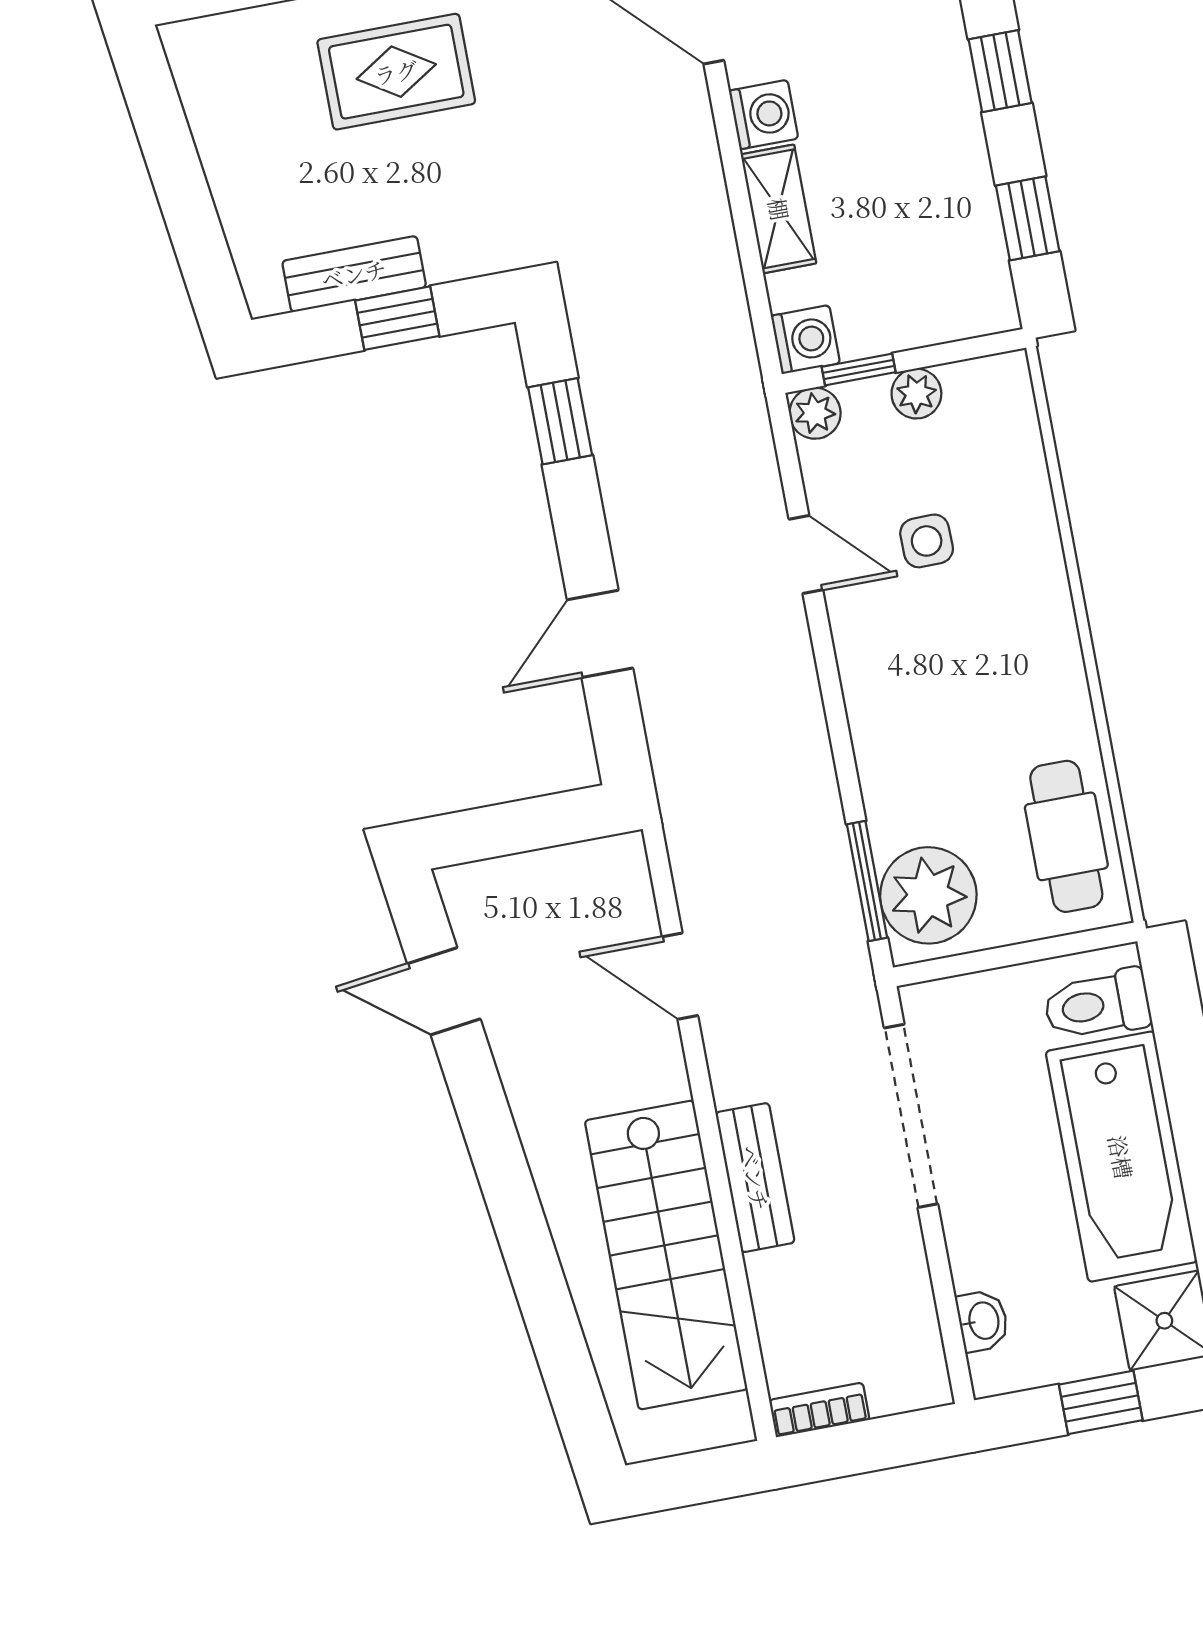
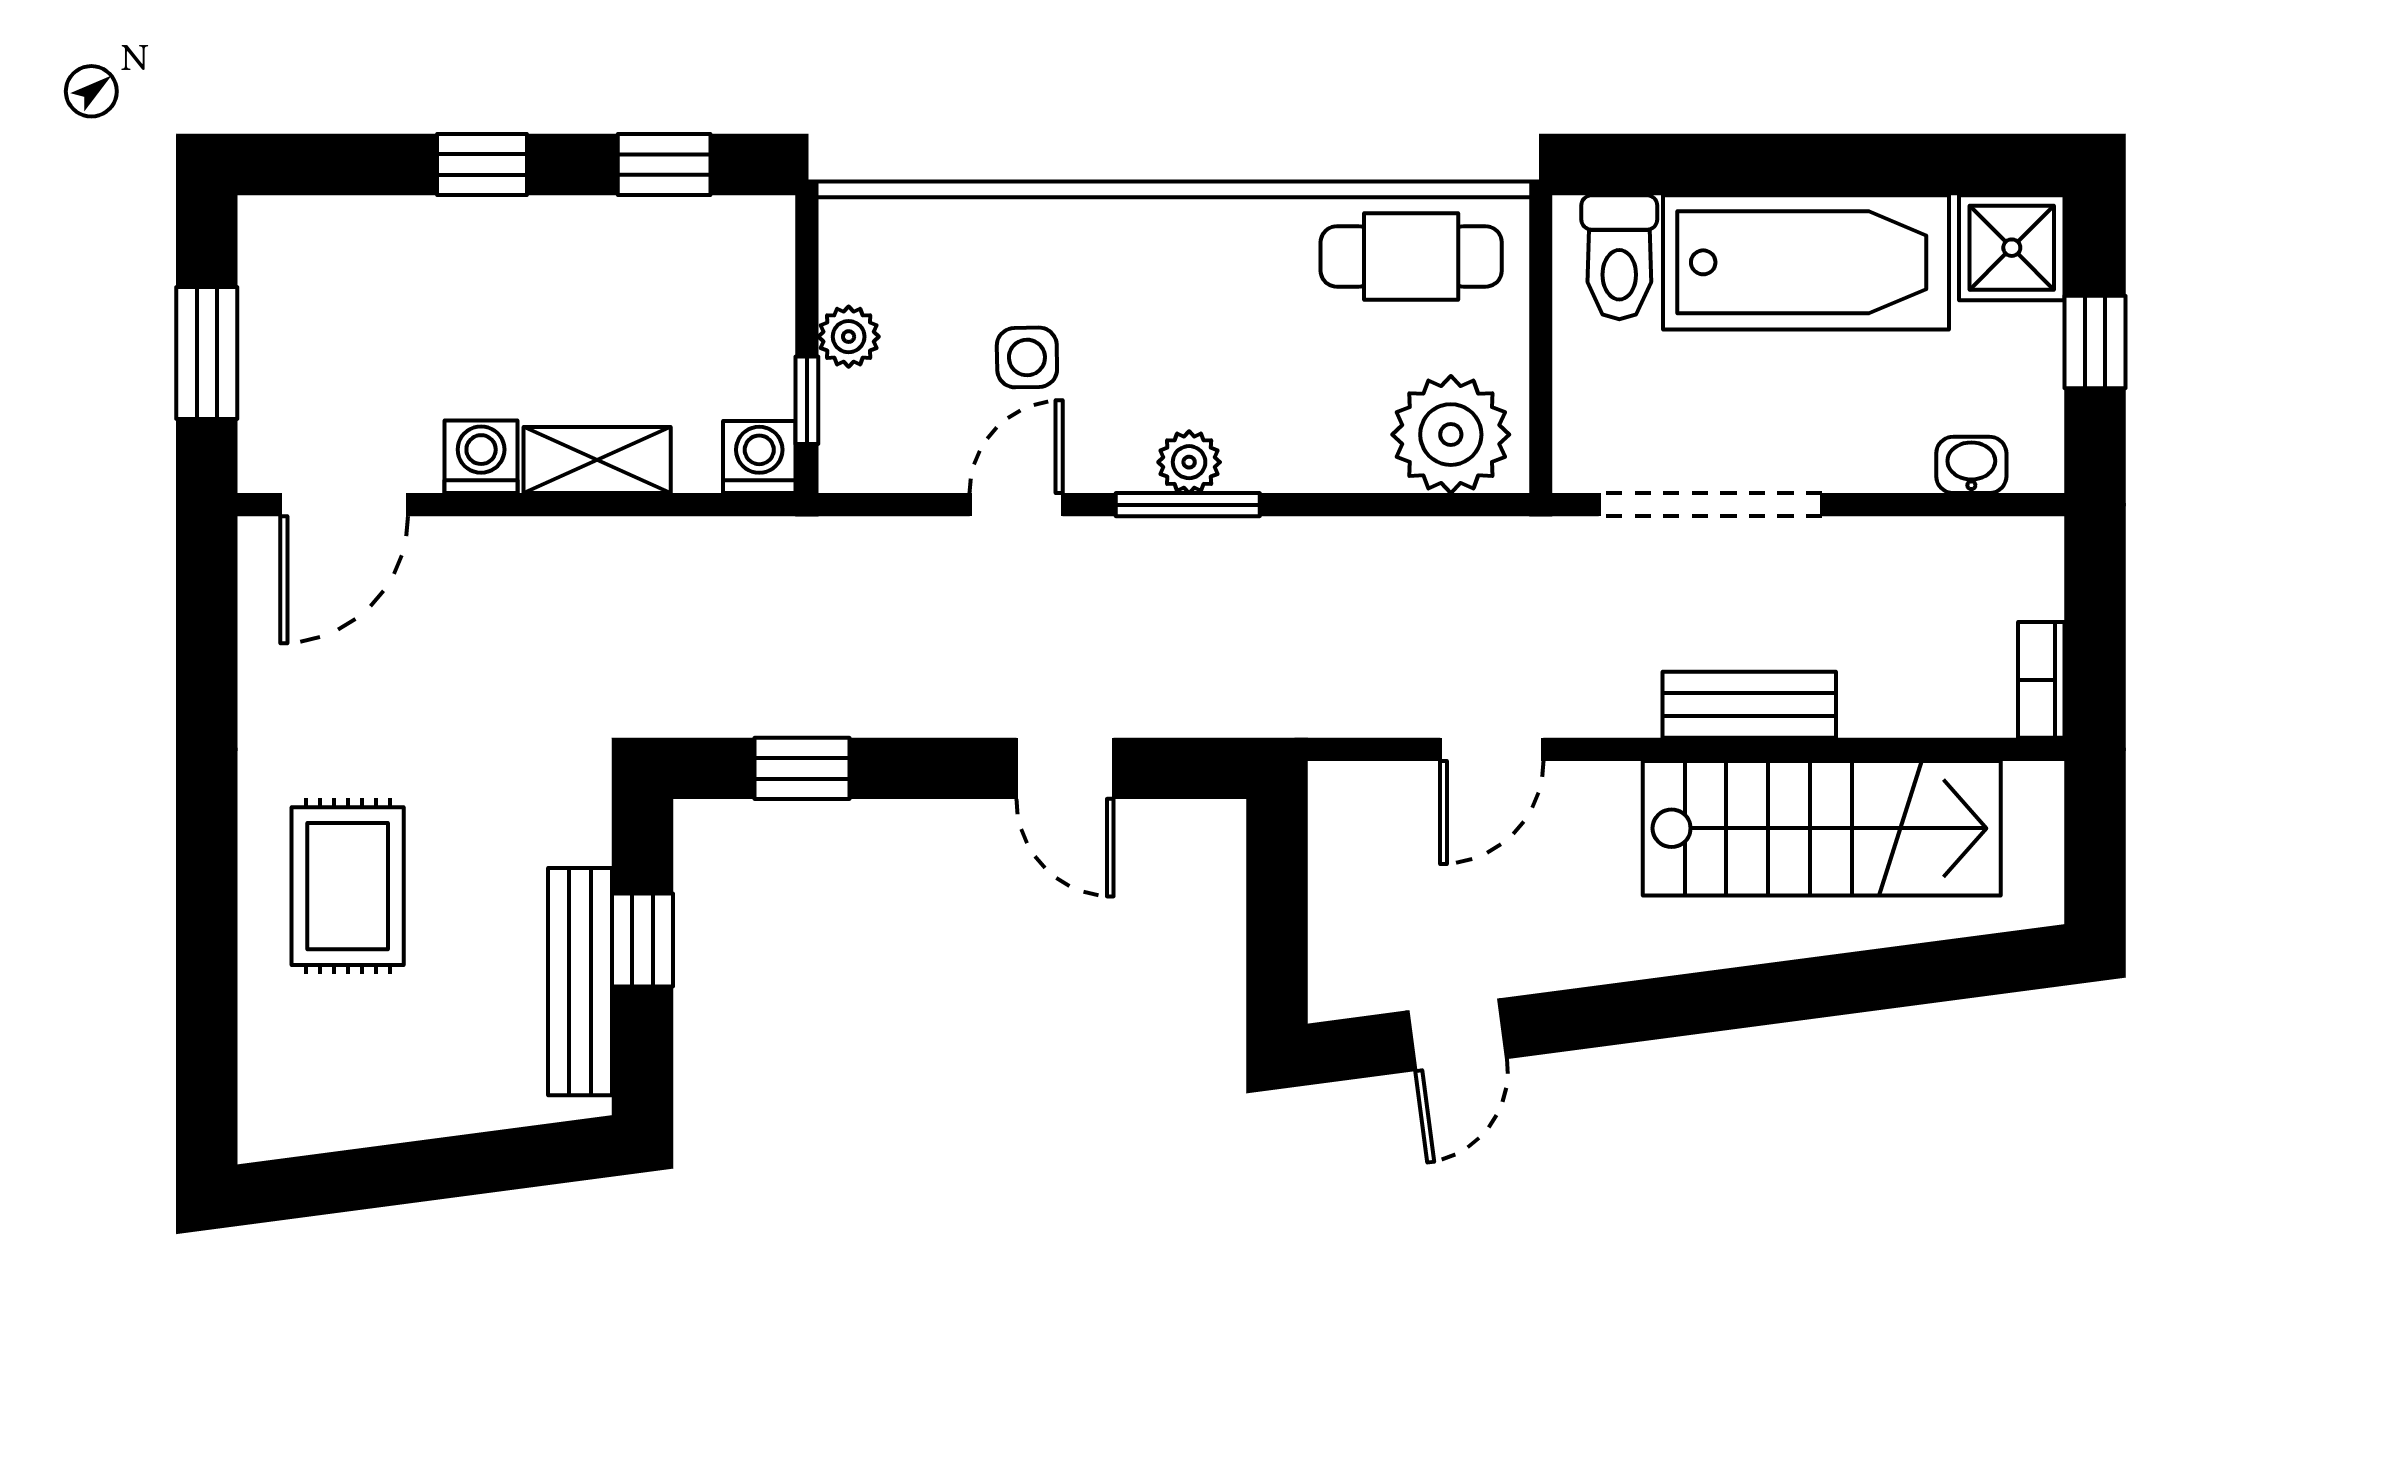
bench: (354, 274) -> (580, 982), width x1.36
plant: (815, 413) -> (1189, 462), moved
window: (867, 881) -> (1188, 505), moved

